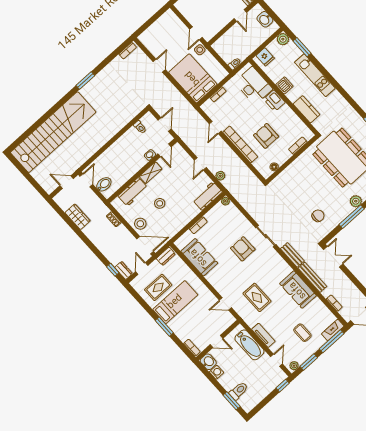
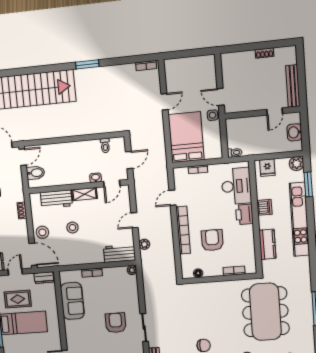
door: (196, 33) -> (221, 97), hinge flipped
kitchen unit: (315, 75) -> (299, 219), width x1.36

